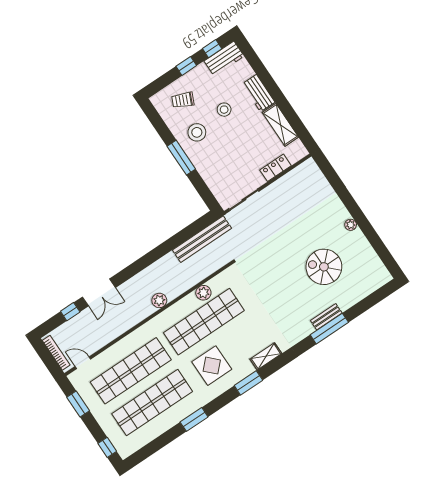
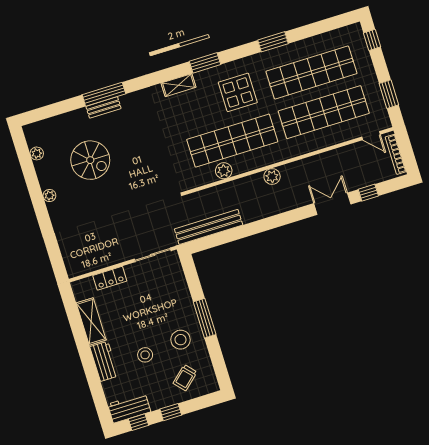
trolley: (183, 100) -> (185, 378), turned 114
plant: (373, 258) -> (37, 153), added

